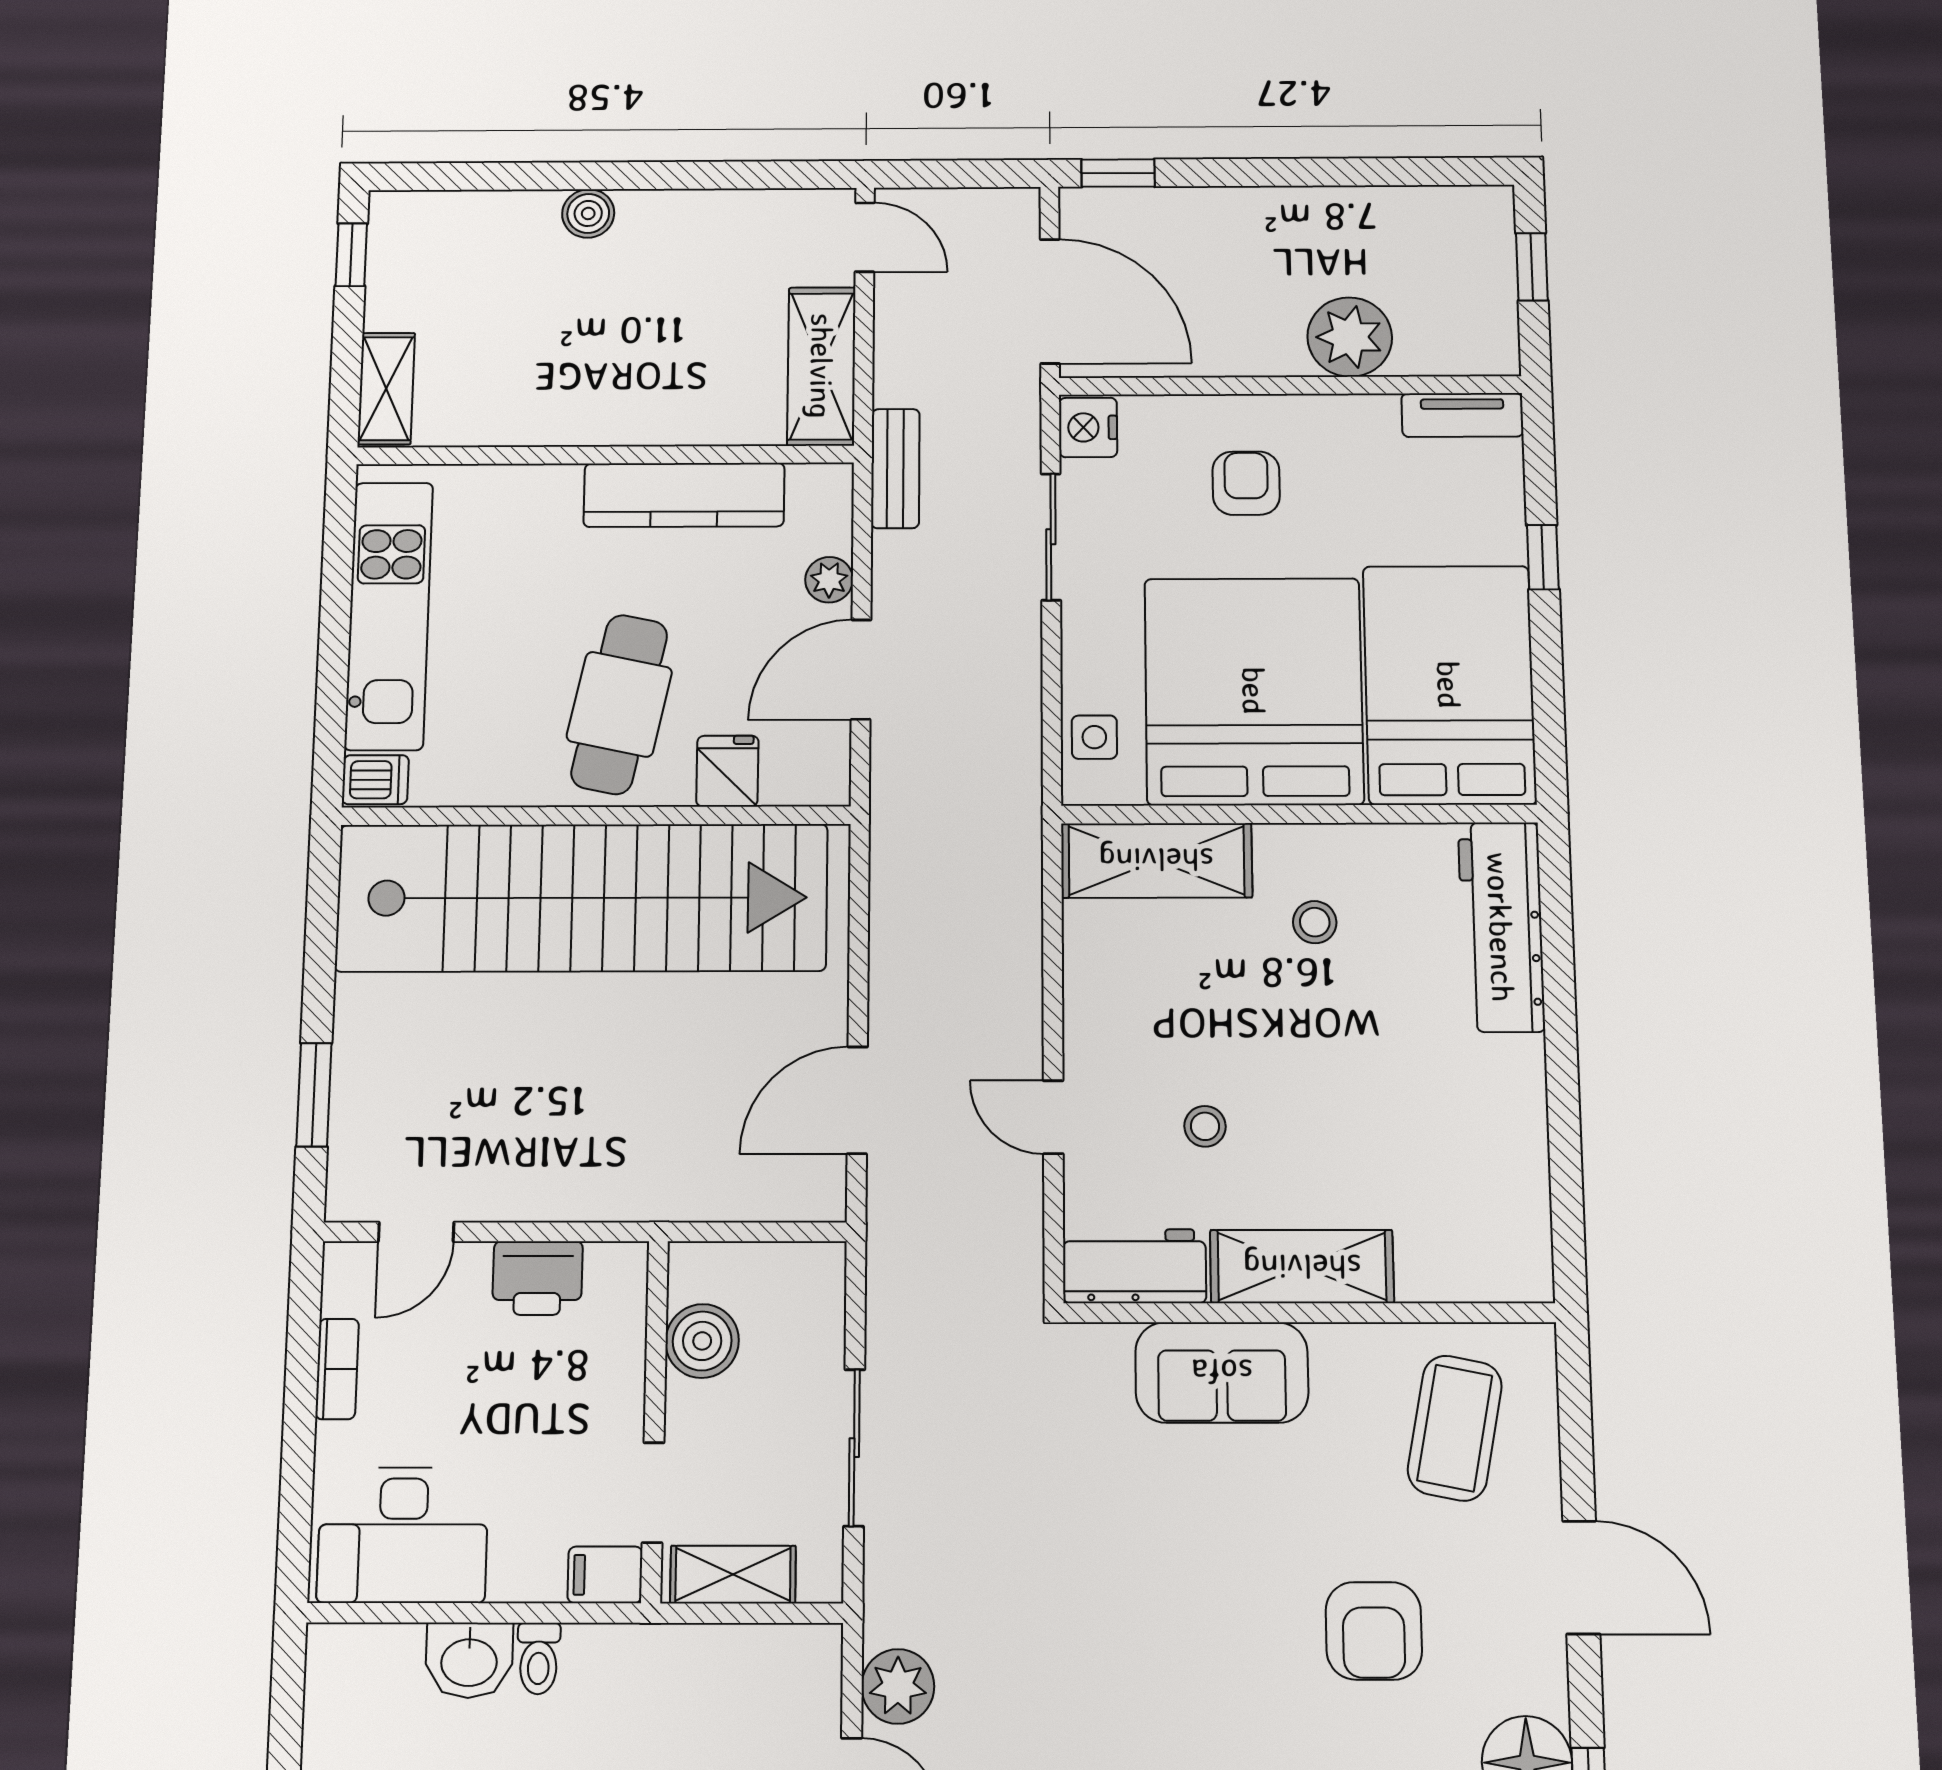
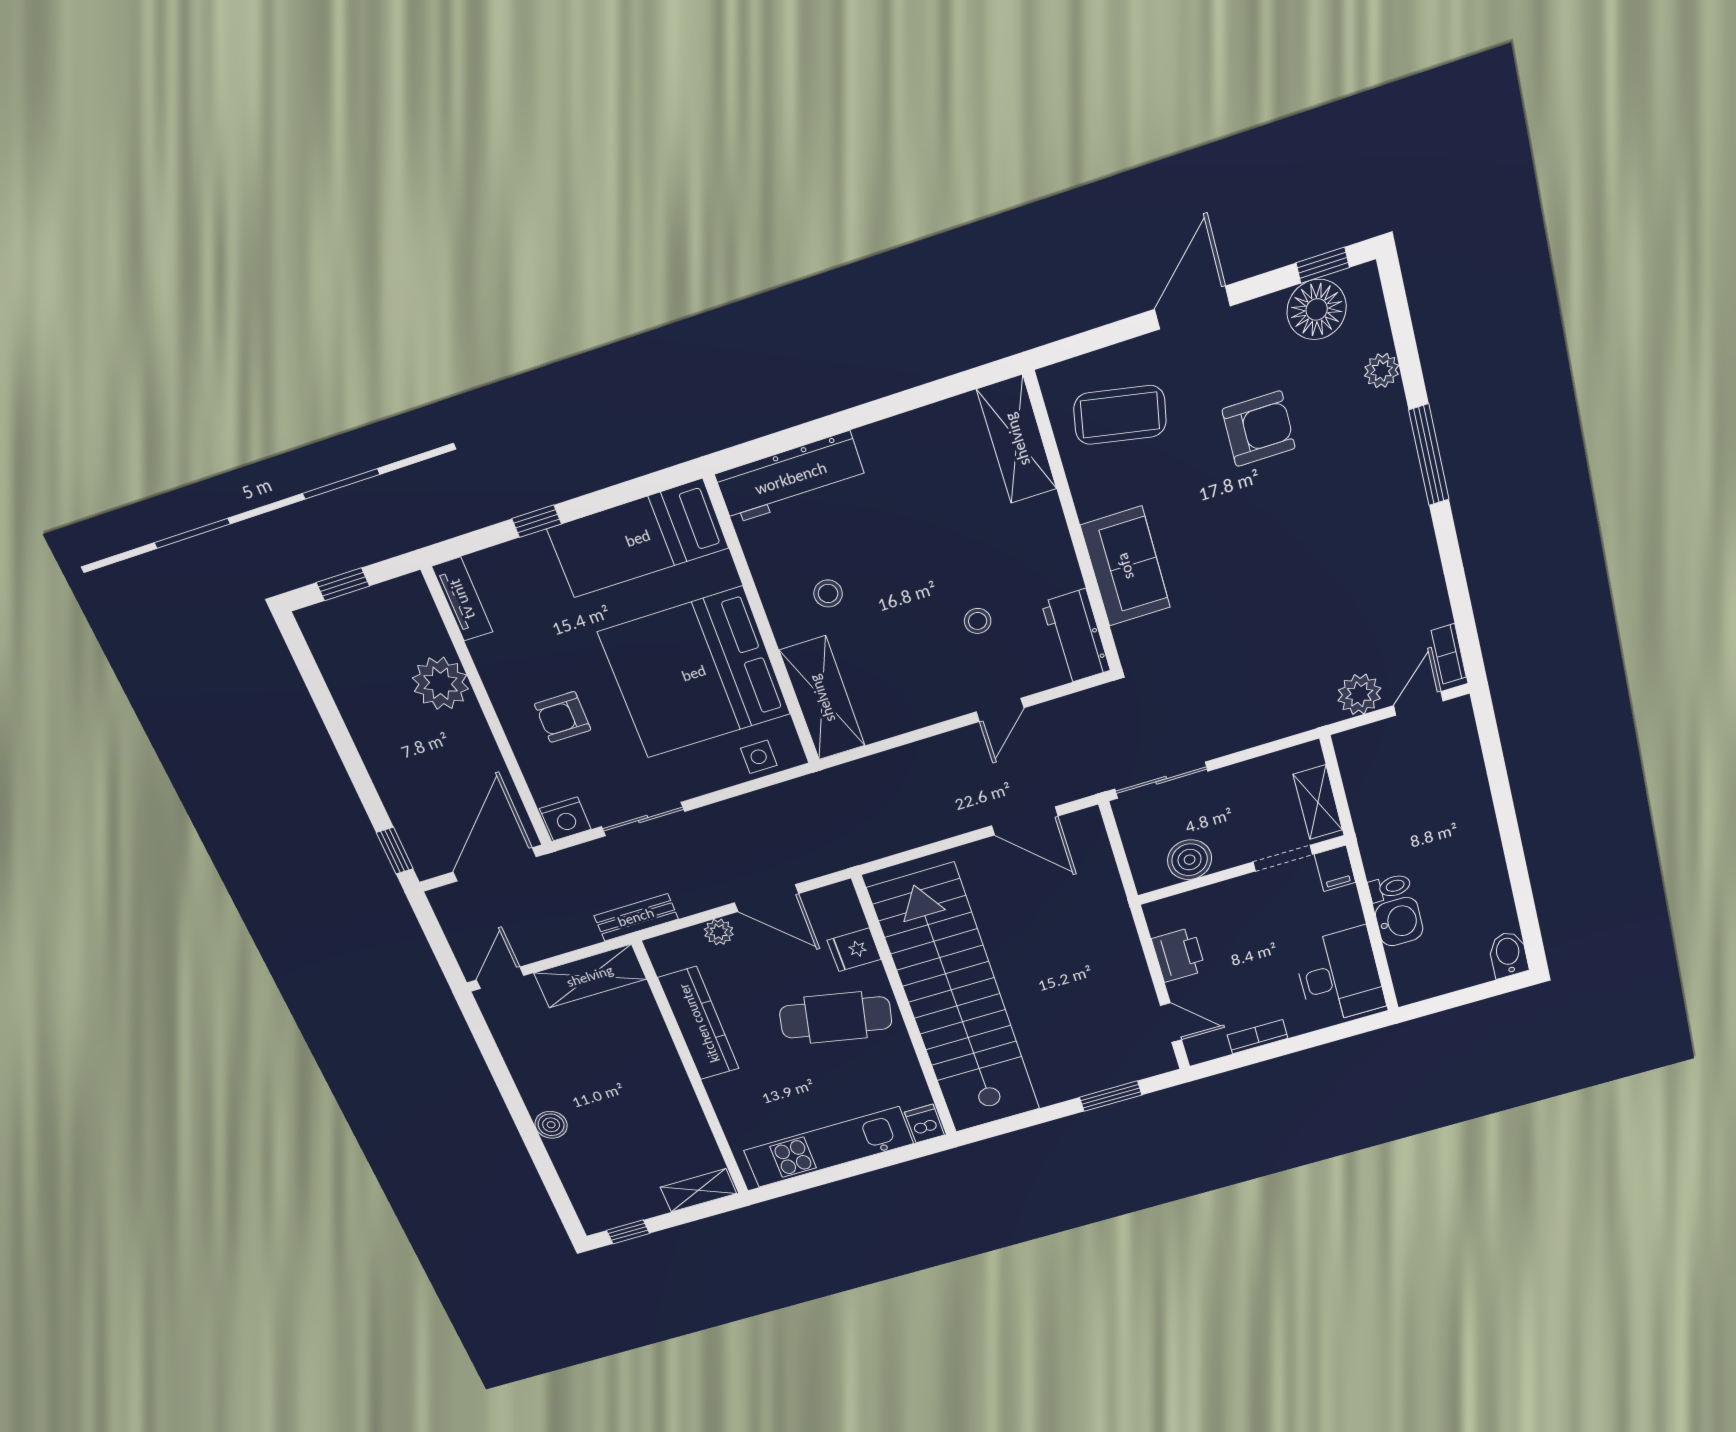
bed: (1449, 685) -> (638, 538), width x0.67
shelving: (1302, 1267) -> (1017, 439), moved
sliding door: (854, 1448) -> (1161, 780), moved

